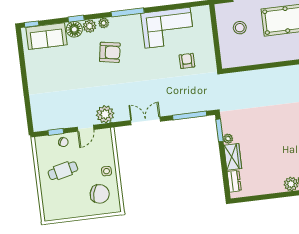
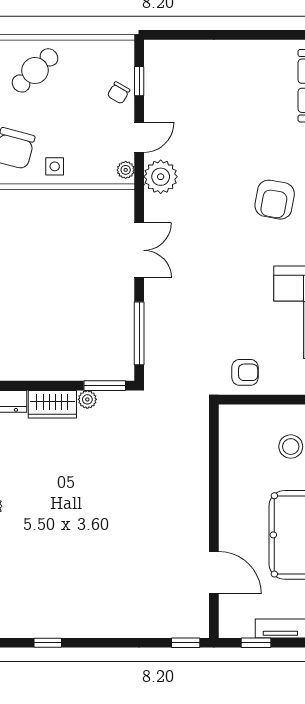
armchair: (187, 61) -> (245, 372), moved
door: (86, 128) -> (139, 137), swing flipped
plant: (104, 133) -> (126, 170), added
cafe table: (63, 171) -> (35, 70), moved, turned 60

